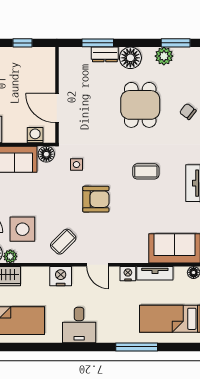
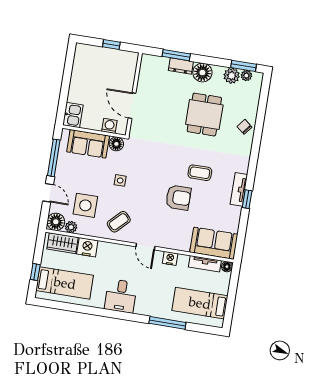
plant: (181, 53) -> (246, 76), added
side table: (76, 165) -> (120, 180), moved
armchair: (96, 199) -> (178, 198), moved
tv unit: (155, 273) -> (205, 264), moved
nightstand: (61, 276) -> (87, 247), moved

